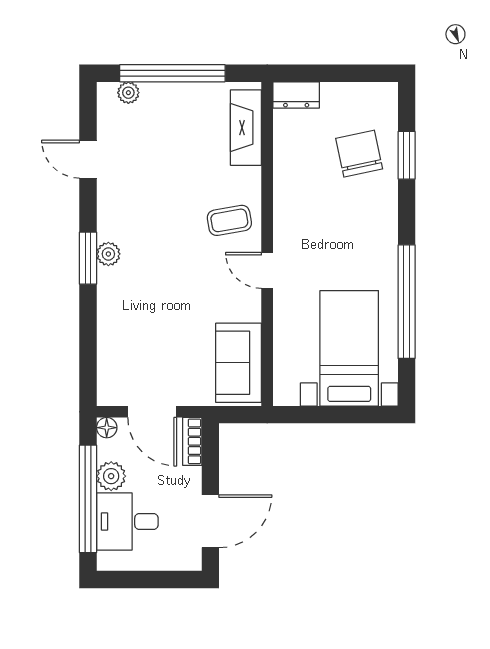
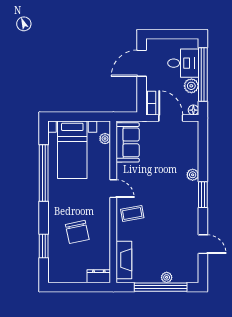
plant: (128, 93) -> (167, 277), moved
chair: (359, 154) -> (77, 232), moved
plant: (108, 254) -> (193, 175), moved
plant: (284, 371) -> (105, 139), added

